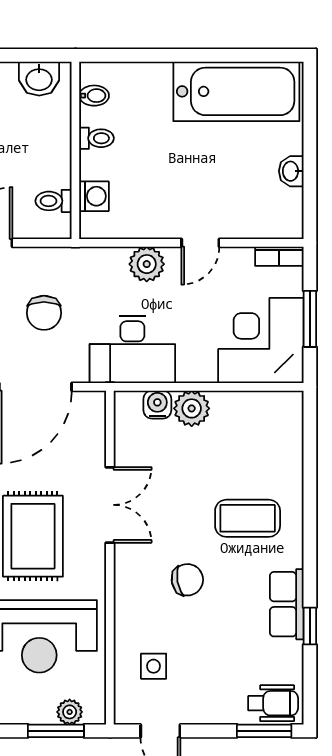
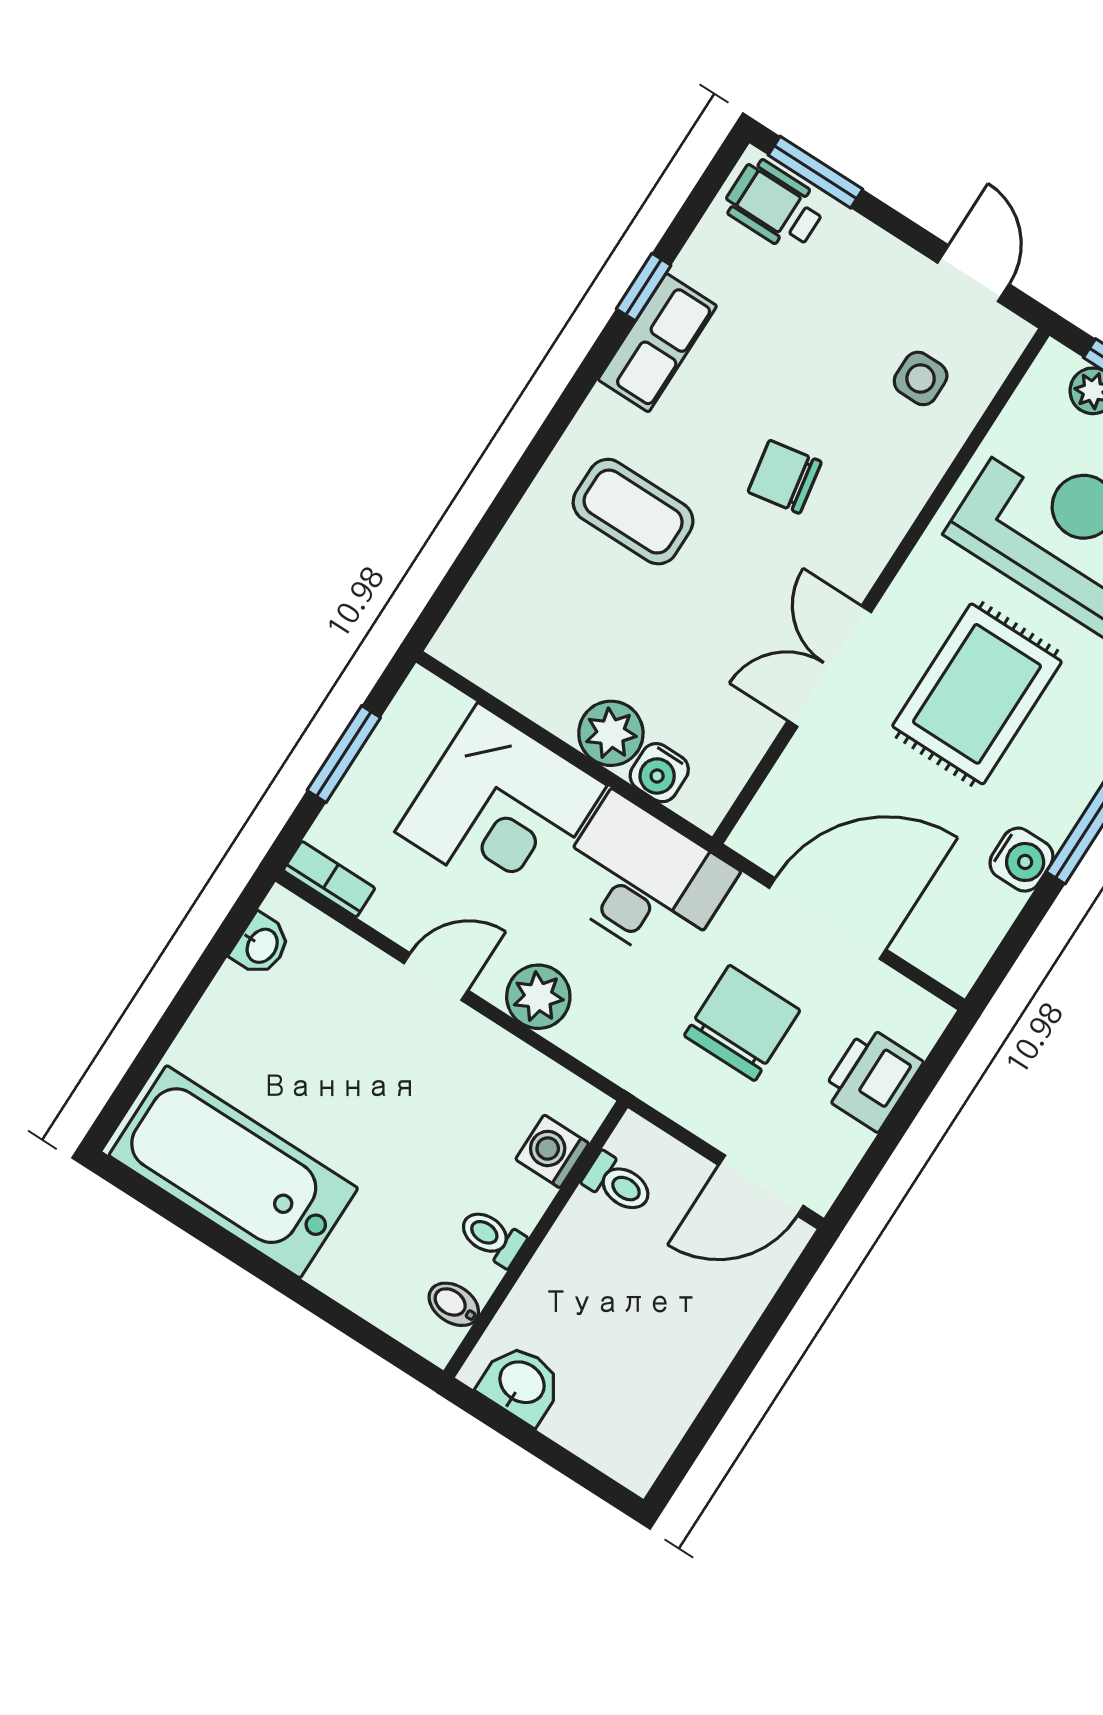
washbasin: (291, 171) -> (261, 945), moved
chair: (44, 313) -> (742, 1023), width x1.37, depth x1.37
corner desk: (261, 340) -> (501, 809), moved

